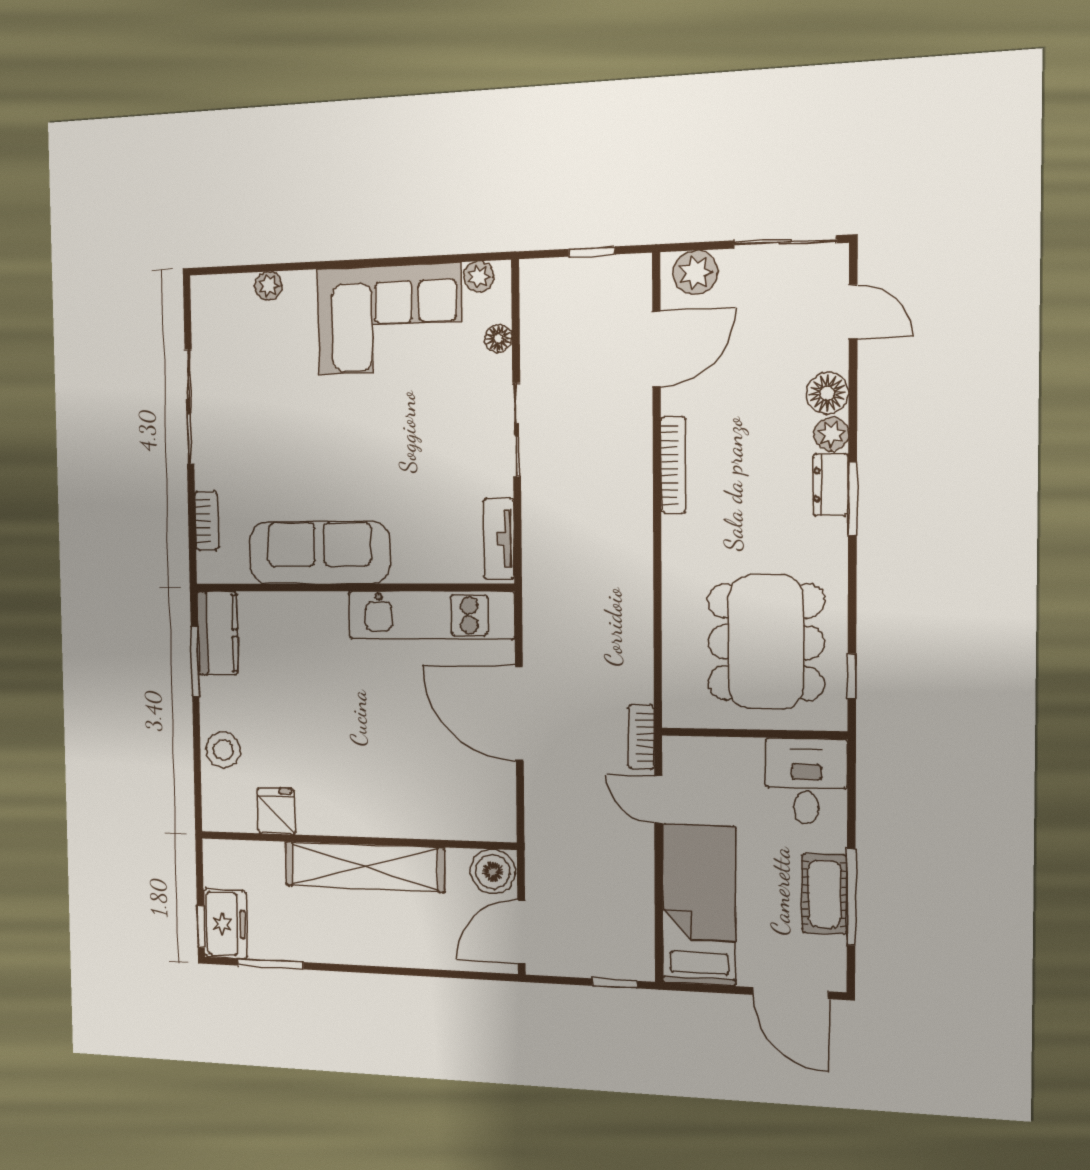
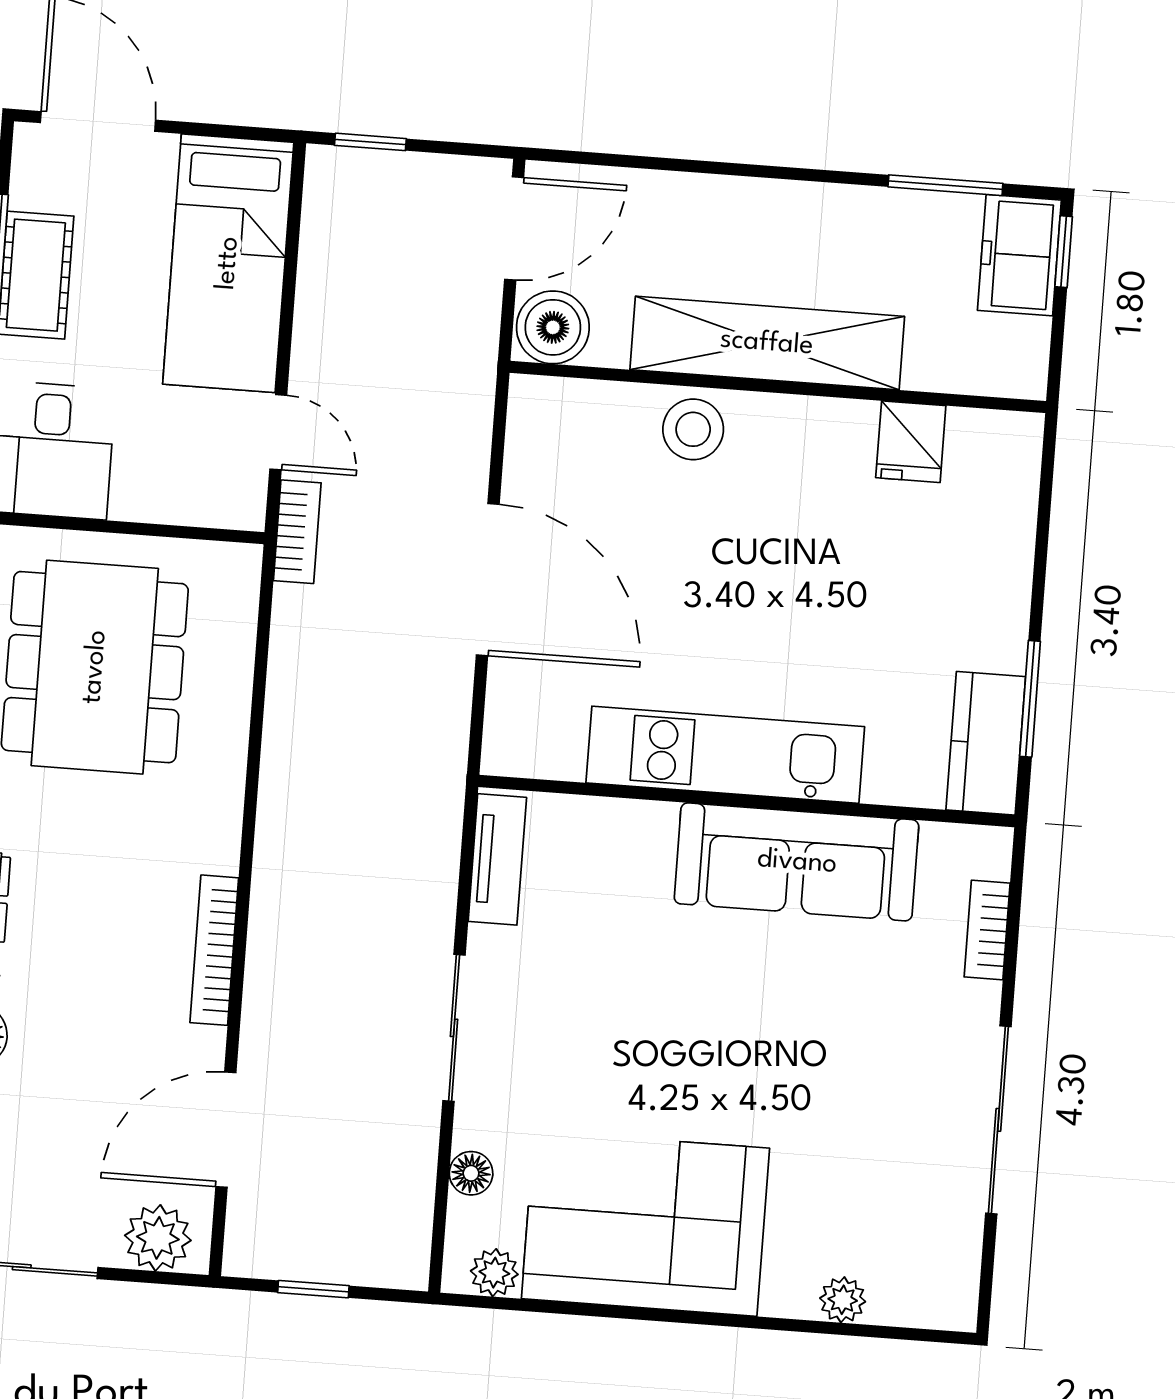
kitchen unit: (431, 615) -> (725, 755), moved
stool: (223, 750) -> (693, 429), moved

